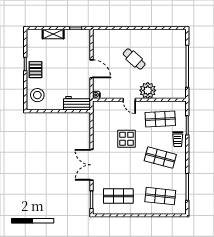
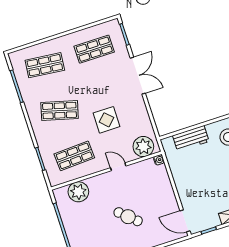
door: (91, 69) -> (185, 221), moved
plant: (148, 90) -> (78, 192), moved
workbench: (77, 103) -> (191, 139), moved
plant: (105, 109) -> (143, 147), added
trolley: (178, 139) -> (46, 139), removed

